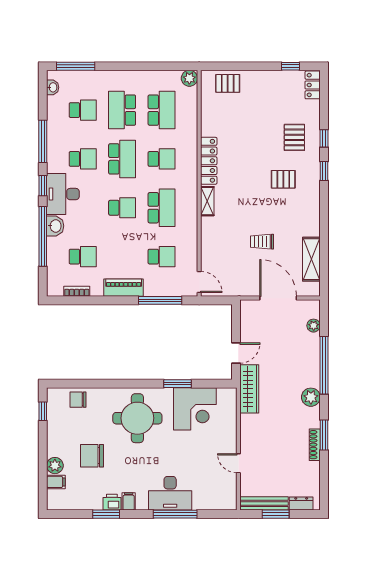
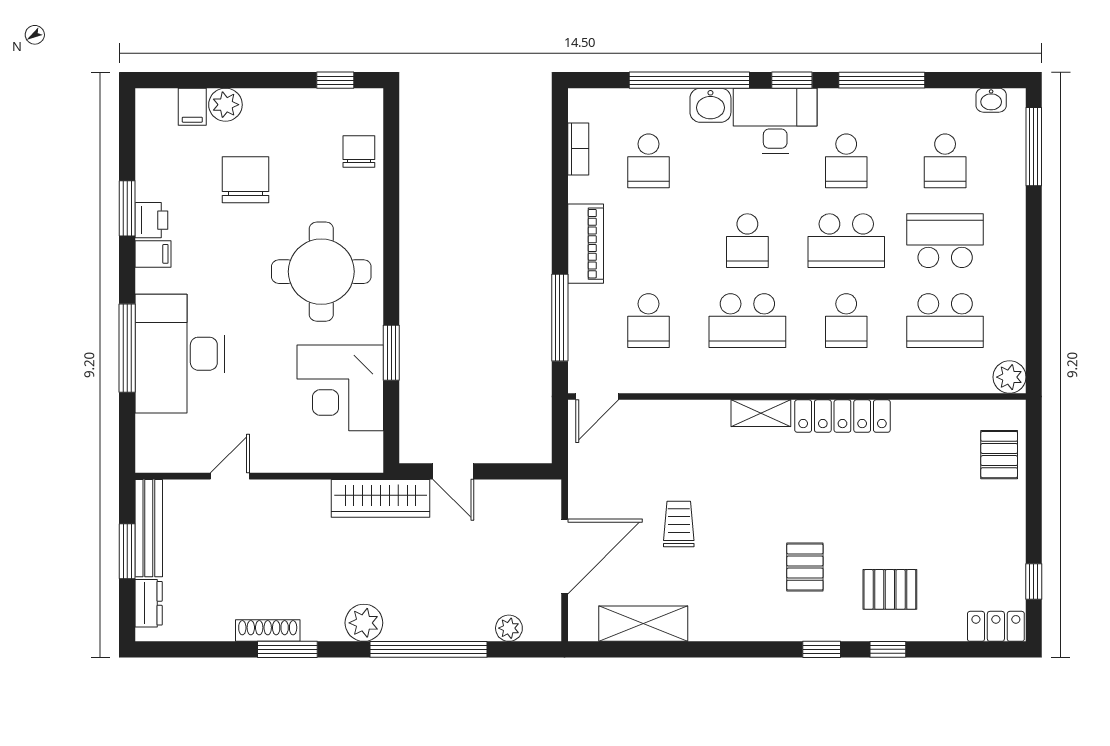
desk: (170, 493) -> (180, 354), width x1.36, depth x1.30

